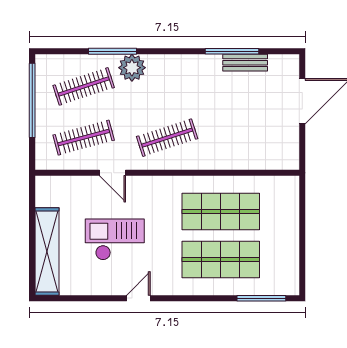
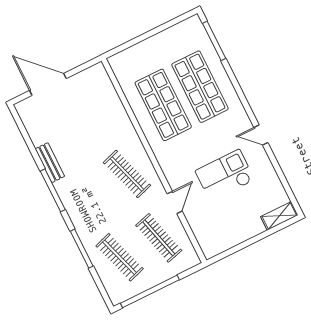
window: (232, 51) -> (53, 190), moved
bench: (245, 63) -> (50, 163), moved
plant: (132, 68) -> (87, 227), removed
checkout: (115, 239) -> (225, 175), turned 90
shelving: (47, 251) -> (279, 216), width x0.45, depth x0.75

